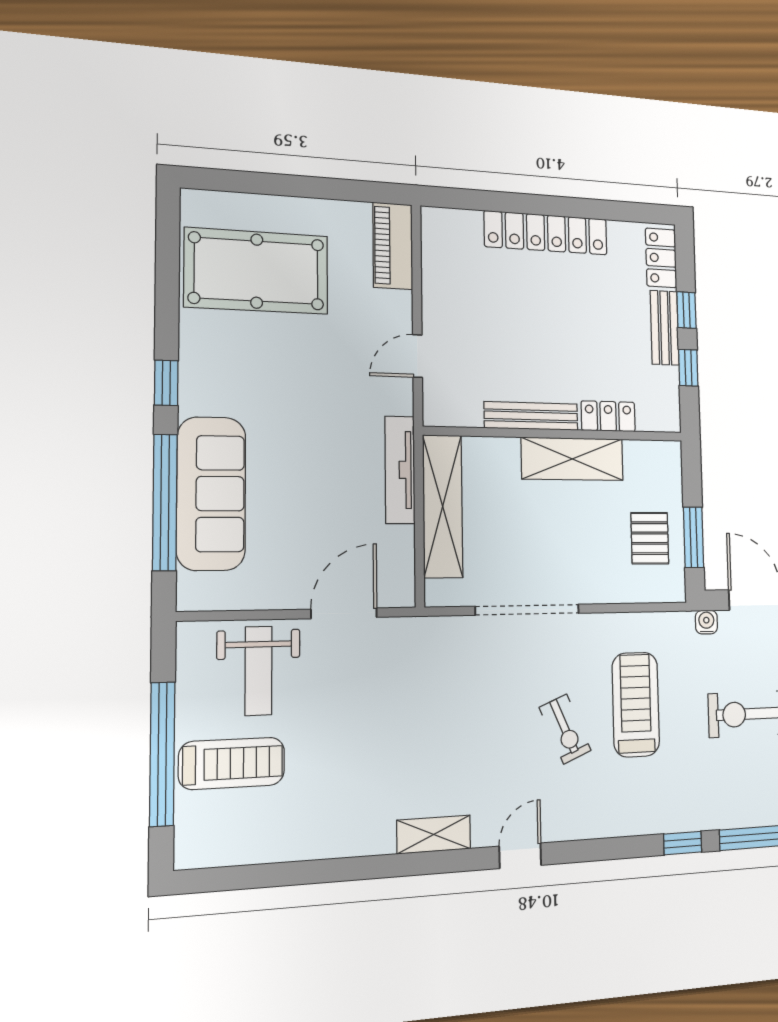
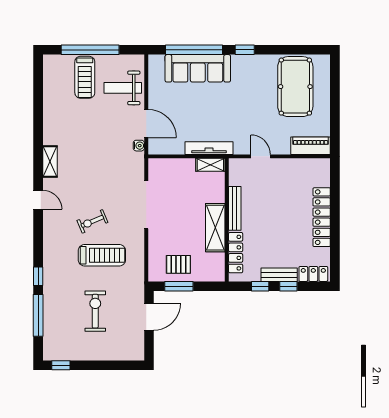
locker: (608, 416) -> (236, 253), width x1.53
shelving: (443, 506) -> (210, 165), width x0.45, depth x0.75
water cooler: (706, 622) -> (139, 146), moved

